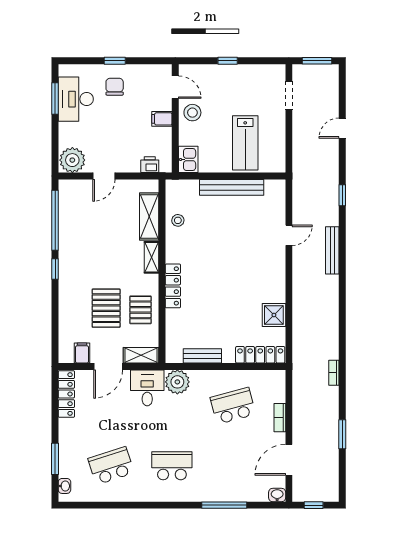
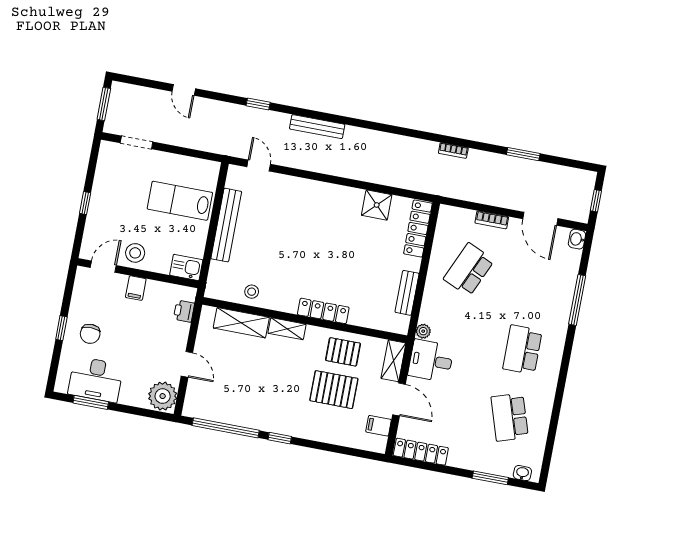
chair: (115, 87) -> (90, 334), turned -90
lab bench: (245, 143) -> (180, 201), turned 180
door: (289, 235) -> (259, 165), moved
plant: (177, 382) -> (423, 331), width x0.53, depth x0.53
school desk: (233, 406) -> (469, 270), turned 39

